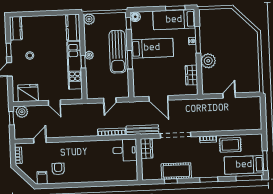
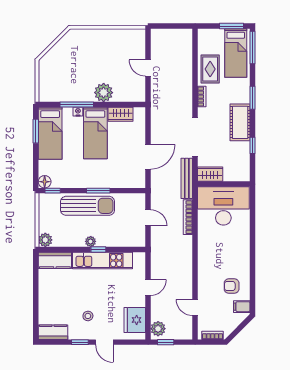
bed: (152, 48) -> (95, 133), moved, turned 180
desk: (125, 150) -> (223, 206), width x1.87, depth x1.30
cot: (176, 171) -> (240, 122), moved

